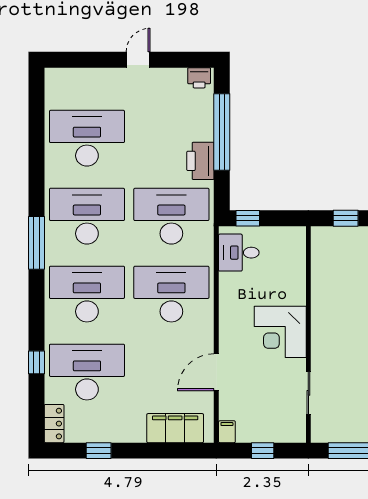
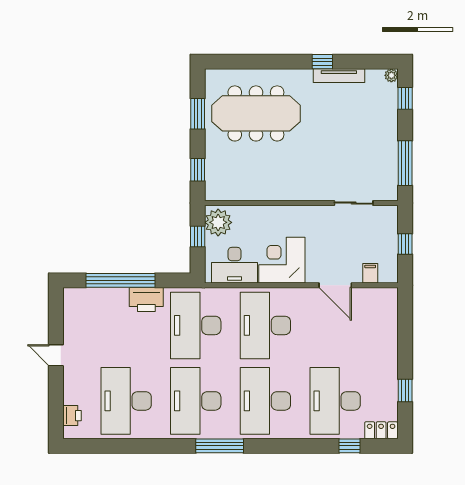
printer: (199, 78) -> (72, 416), moved
window: (248, 218) -> (198, 236), moved
plant: (287, 241) -> (218, 222), added
desk: (239, 253) -> (235, 265), width x1.37
corner desk: (280, 332) -> (282, 260), moved, turned 180
window: (37, 362) -> (349, 446), moved
filing cabinet: (175, 428) -> (385, 322), removed
filing cabinet: (227, 432) -> (370, 273), moved, turned 90

